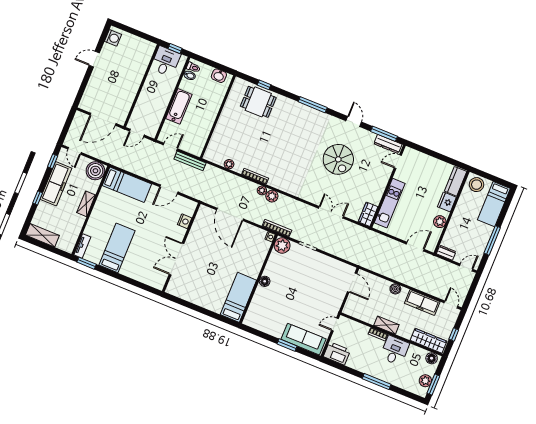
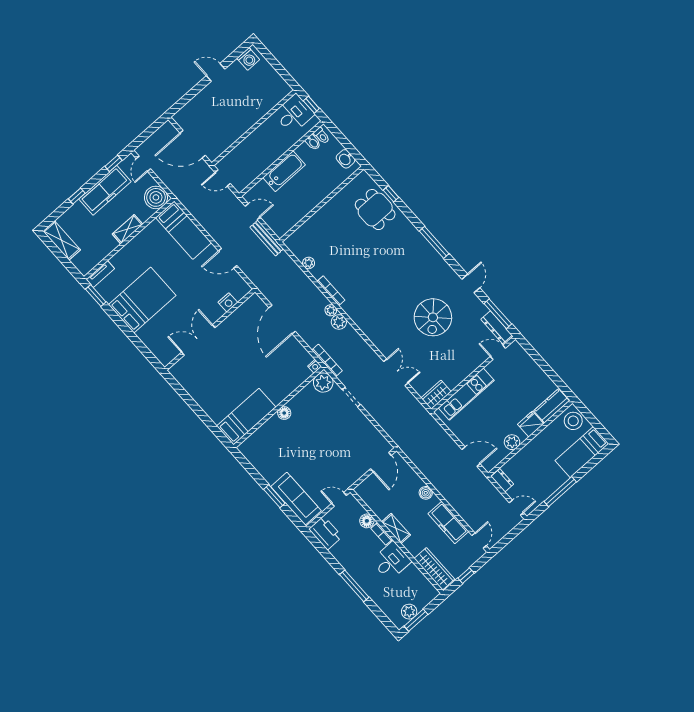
bed: (117, 248) -> (142, 300), width x1.50
floor lamp: (432, 358) -> (367, 521), moved

